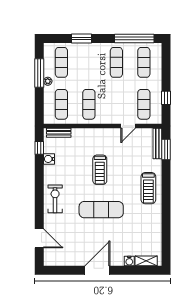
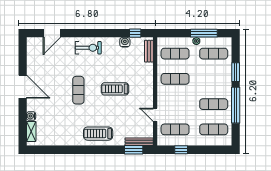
window: (134, 39) -> (236, 105), moved
exercise mat: (101, 210) -> (78, 90), width x0.73, depth x0.69

